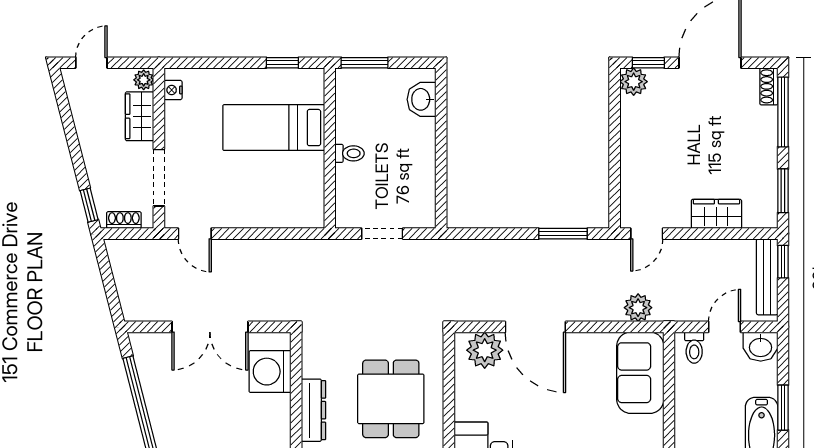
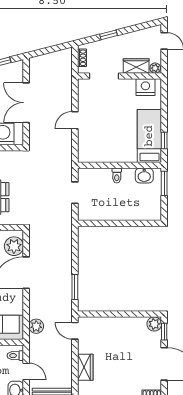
nightstand: (173, 90) -> (145, 87), width x1.89, depth x1.79
washbasin: (422, 99) -> (144, 176), moved, turned 180
bed: (274, 128) -> (149, 136), moved
window: (89, 205) -> (109, 35), moved
door: (195, 234) -> (75, 120), moved

